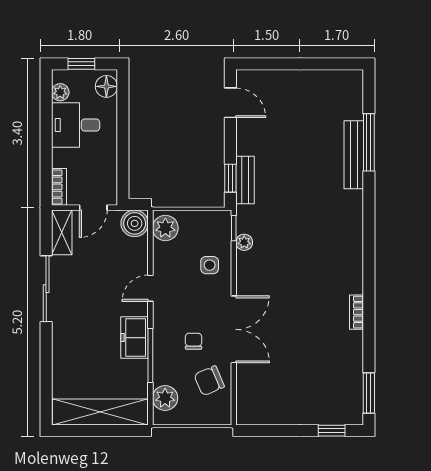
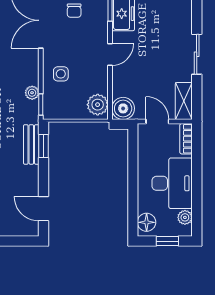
desk: (76, 125) -> (172, 183), width x1.37
door: (93, 208) -> (157, 122), hinge flipped
sliding door: (46, 289) -> (197, 54), width x0.73

